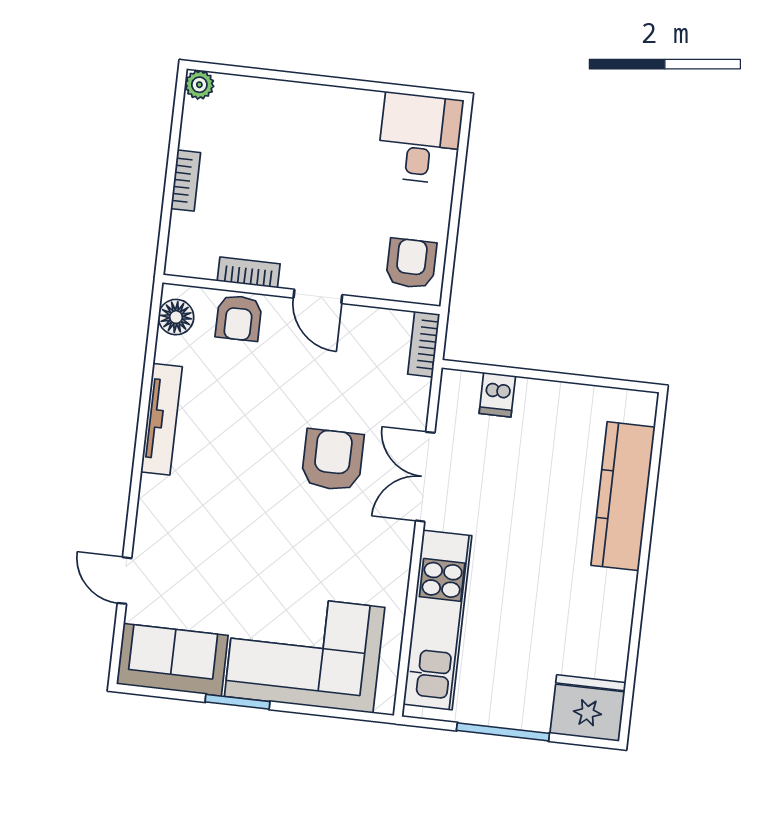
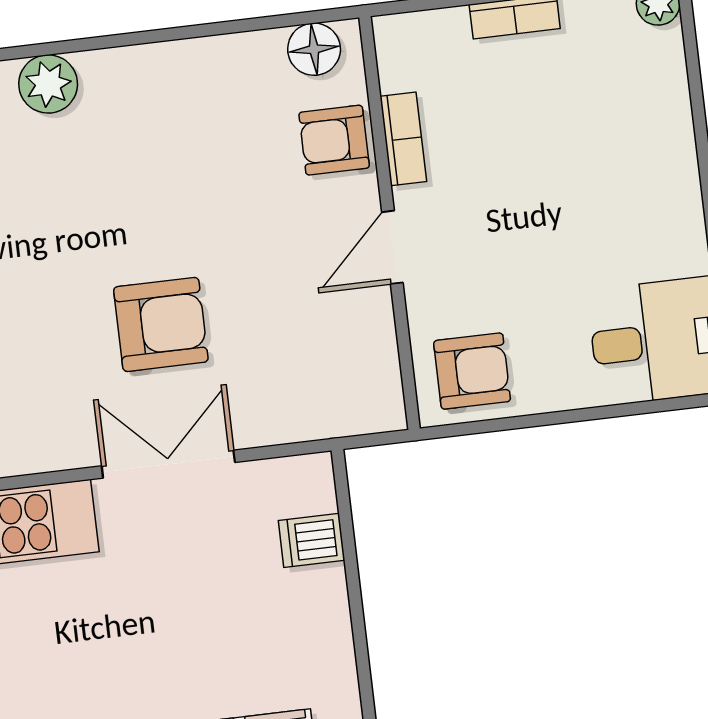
bookcase: (424, 344) -> (360, 417), removed
tv unit: (161, 419) -> (161, 63), removed
plant: (158, 497) -> (48, 84), added

